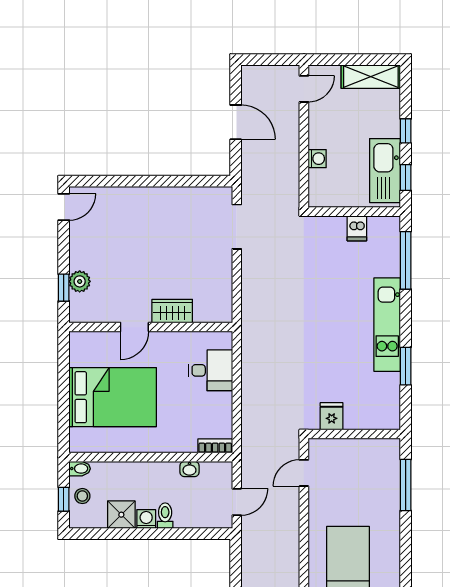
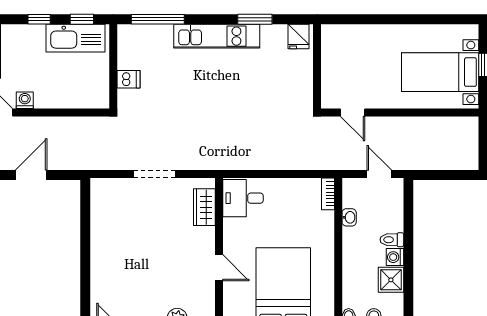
washing machine: (317, 159) -> (25, 100), moved
doorway: (237, 227) -> (154, 174), moved
dishwasher: (357, 228) -> (128, 79), moved
wardrobe: (172, 311) -> (204, 207), moved
desk: (211, 370) -> (243, 198), moved, turned -90
fridge: (332, 416) -> (299, 36), moved, turned -90
window: (406, 485) -> (364, 19), removed

